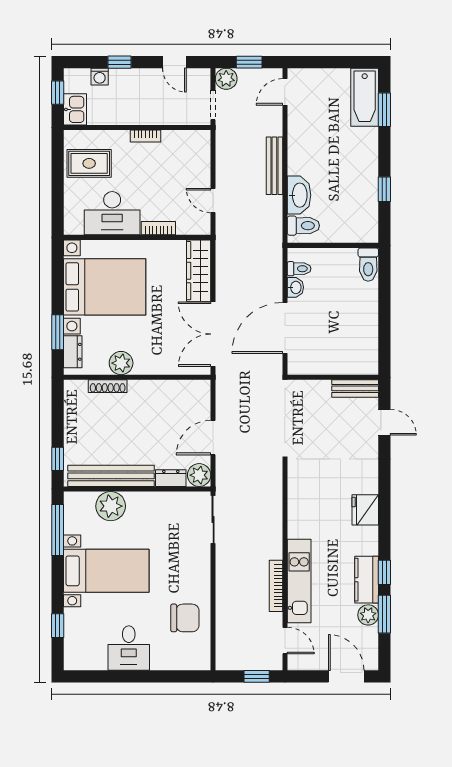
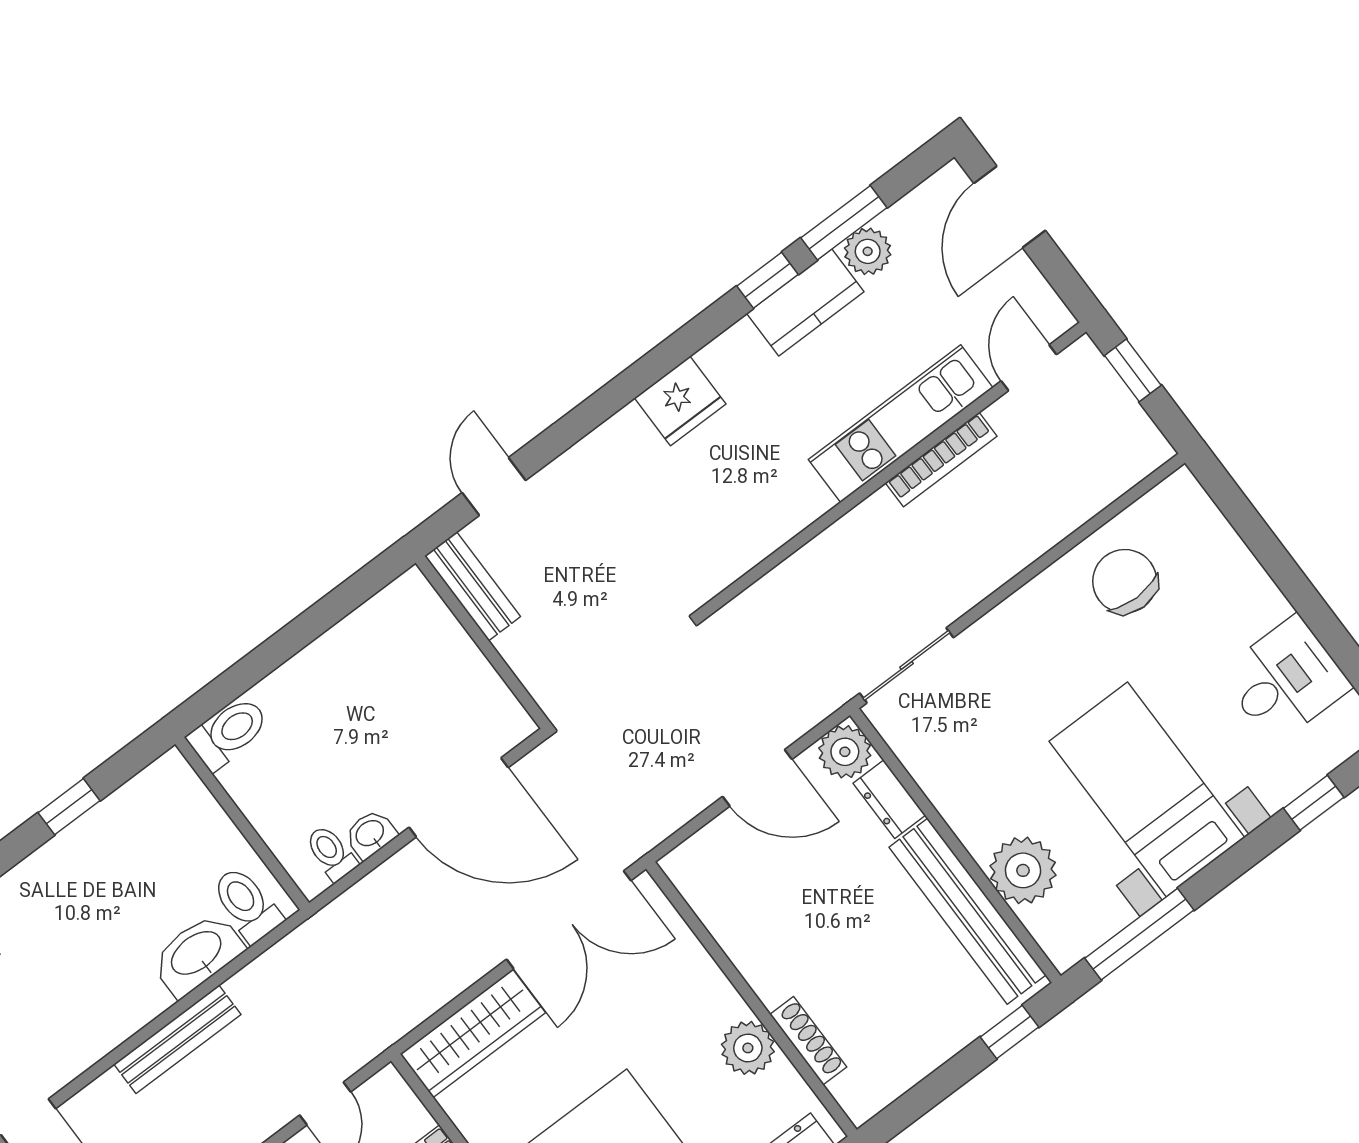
desk: (129, 648) -> (1285, 680), moved

